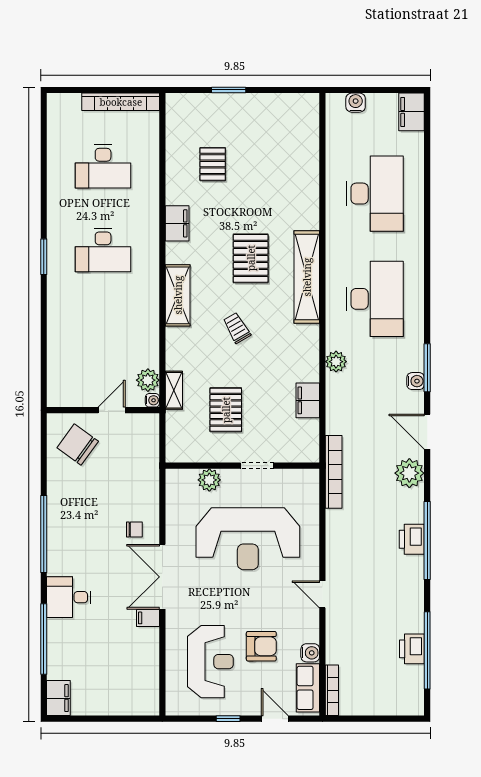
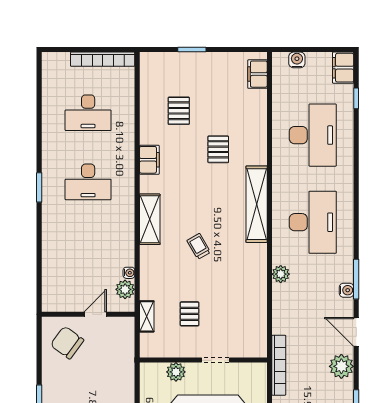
window: (427, 149) -> (356, 98), added
pallet: (251, 258) -> (218, 149), moved, width x0.67, depth x0.71
shelving: (174, 390) -> (147, 316), moved
water cooler: (152, 400) -> (129, 273), moved
filing cabinet: (308, 400) -> (257, 74), moved
pallet: (226, 410) -> (190, 314), width x0.67, depth x0.71

